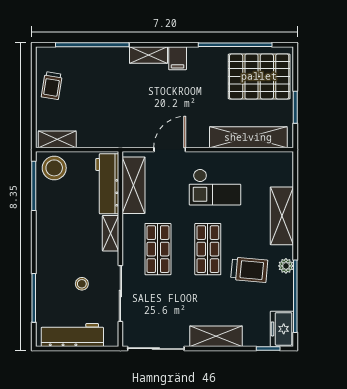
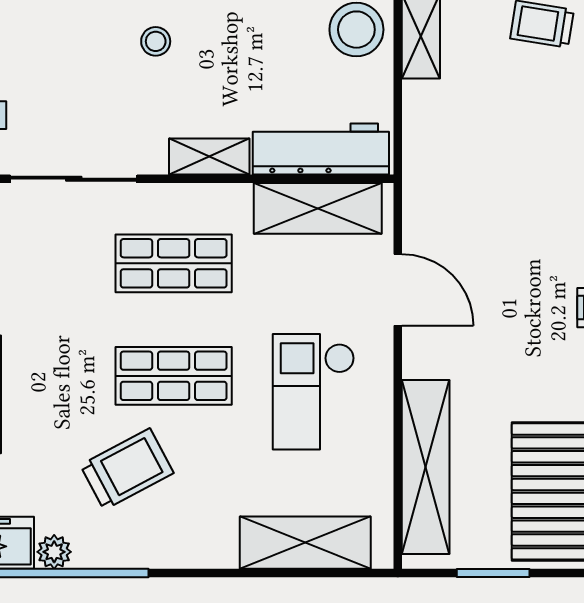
shelving: (282, 216) -> (305, 543), moved
plant: (286, 266) -> (54, 552), moved
trolley: (249, 270) -> (127, 469), turned -123
stool: (82, 284) -> (156, 41), moved

